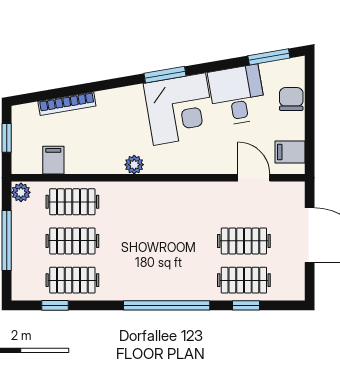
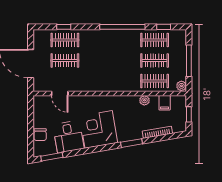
window: (165, 75) -> (131, 143), moved
filing cabinet: (290, 152) -> (41, 107), removed
plant: (134, 165) -> (144, 100), moved
window: (167, 305) -> (122, 27), moved

